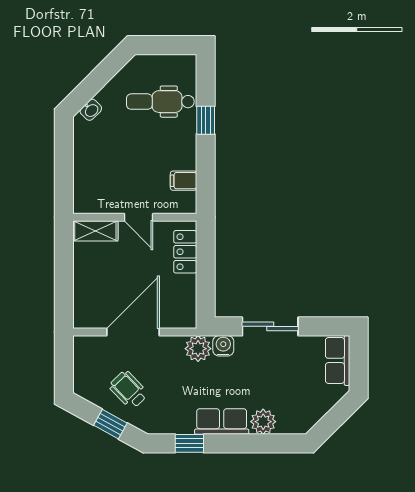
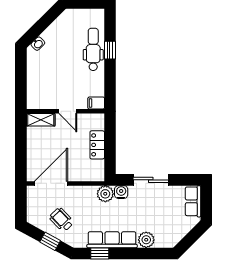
dental chair: (160, 102) -> (93, 49), moved, turned 90
filing cabinet: (184, 181) -> (96, 103), moved
locker: (185, 252) -> (97, 145), moved
door: (133, 332) -> (51, 183), moved
row of seats: (222, 422) -> (112, 240), width x1.48

